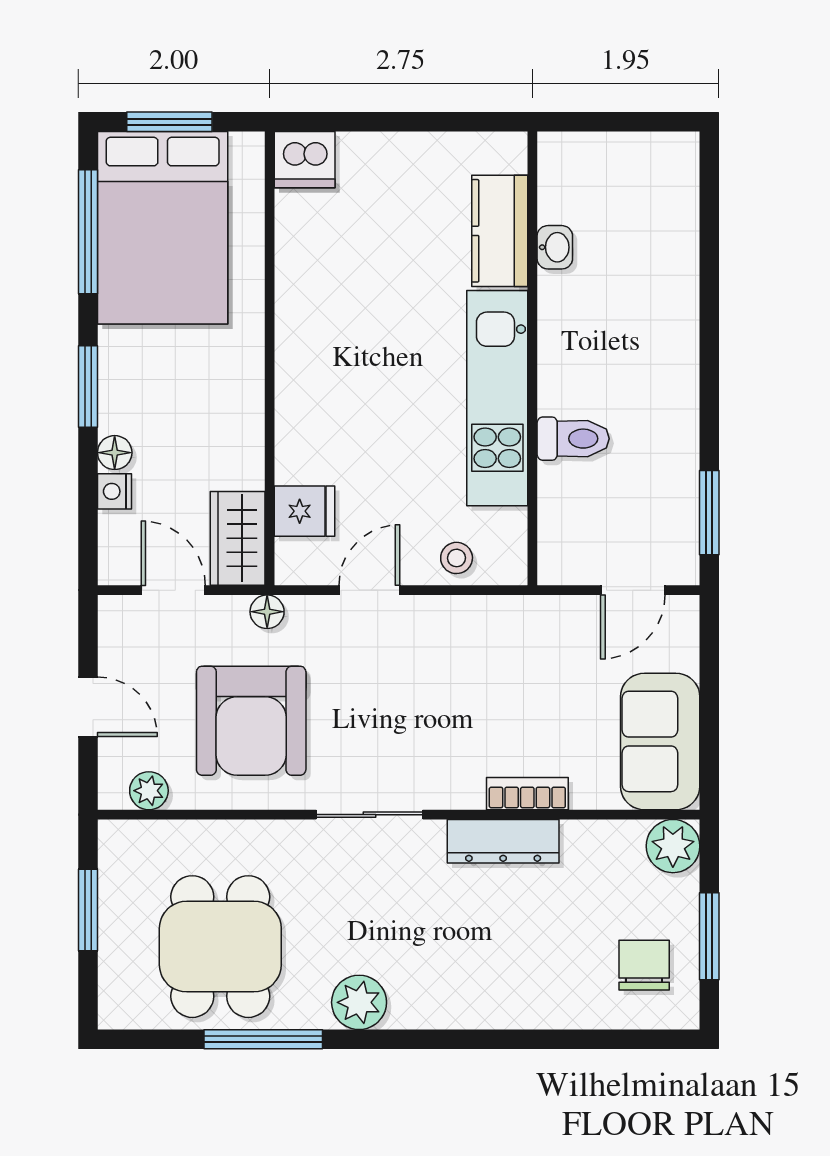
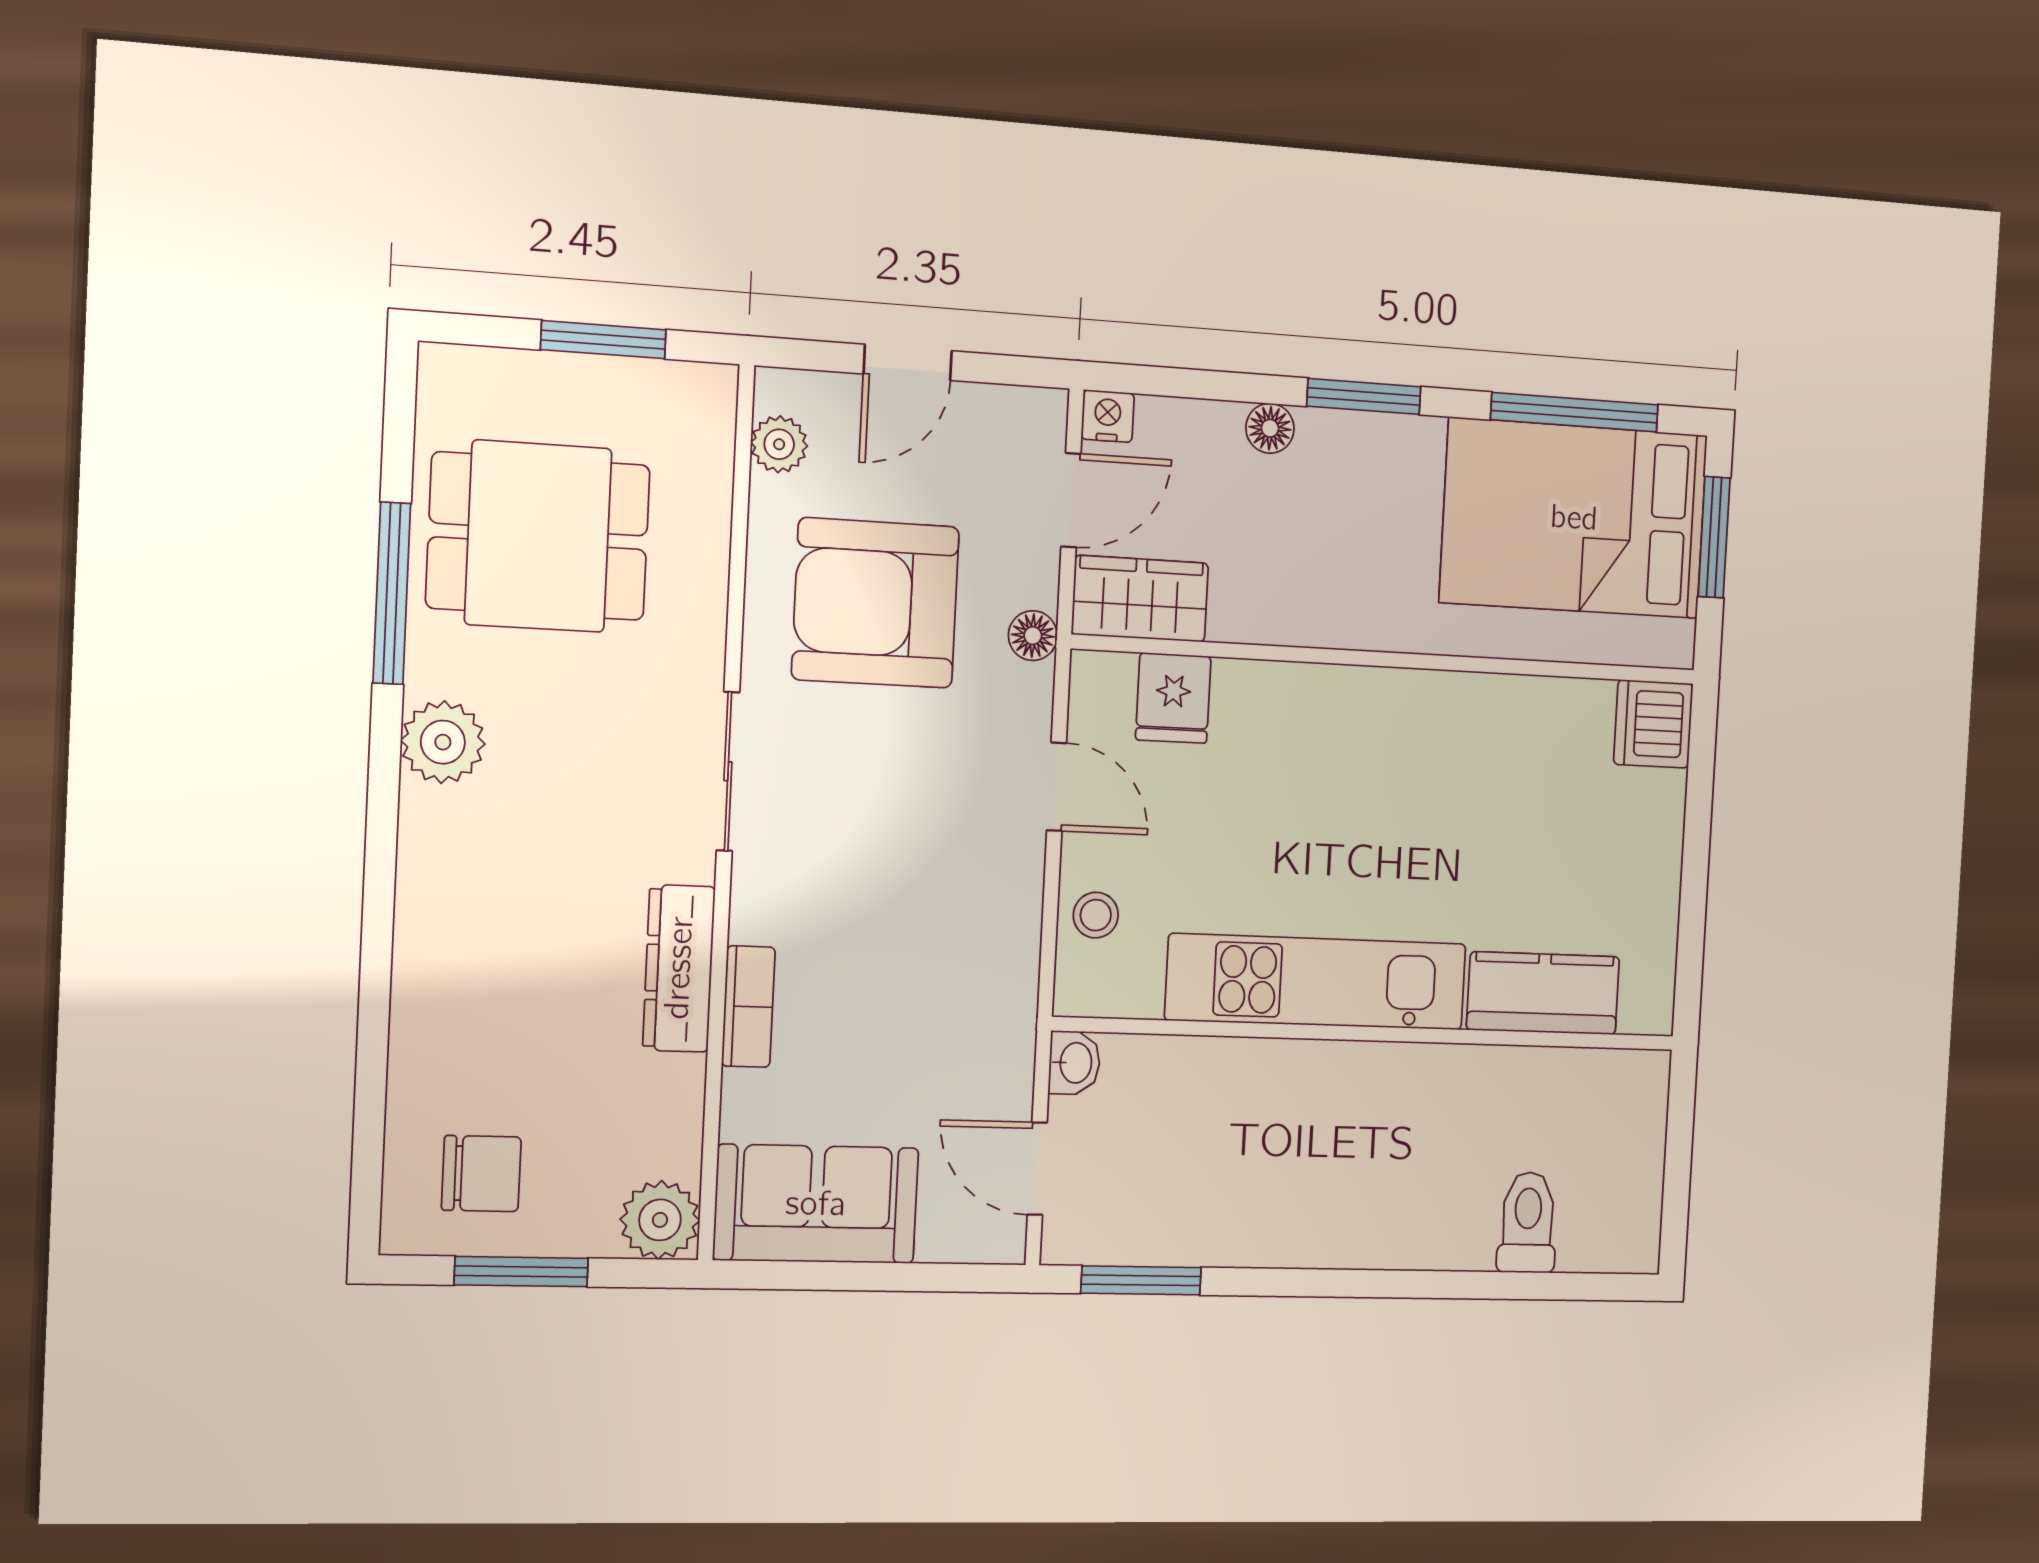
washbasin: (555, 247) -> (1074, 1063), moved, turned -90
toilet: (573, 439) -> (1528, 1222), moved, turned 180
nightstand: (114, 491) -> (1108, 416), moved

